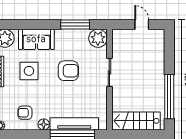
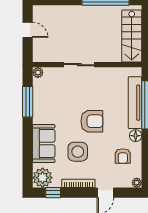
door: (142, 24) -> (28, 30), swing flipped
plant: (98, 38) -> (38, 72), width x0.53, depth x0.53
armchair: (68, 71) -> (92, 121), moved, turned 90

